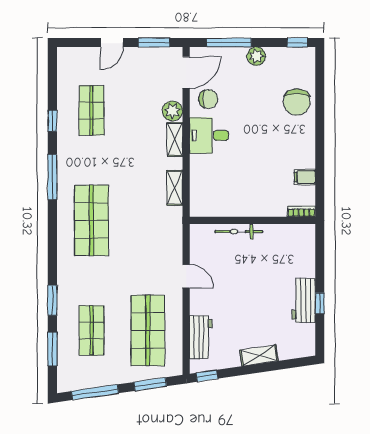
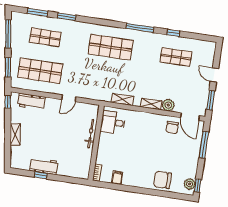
plant: (256, 56) -> (190, 184), moved
desk: (209, 135) -> (113, 122), moved, turned -90

